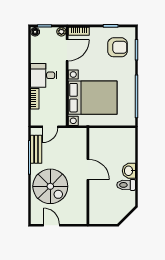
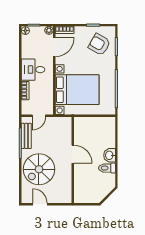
armchair: (118, 47) -> (99, 44), turned -150
spiral stairs: (50, 186) -> (39, 169), turned 90

